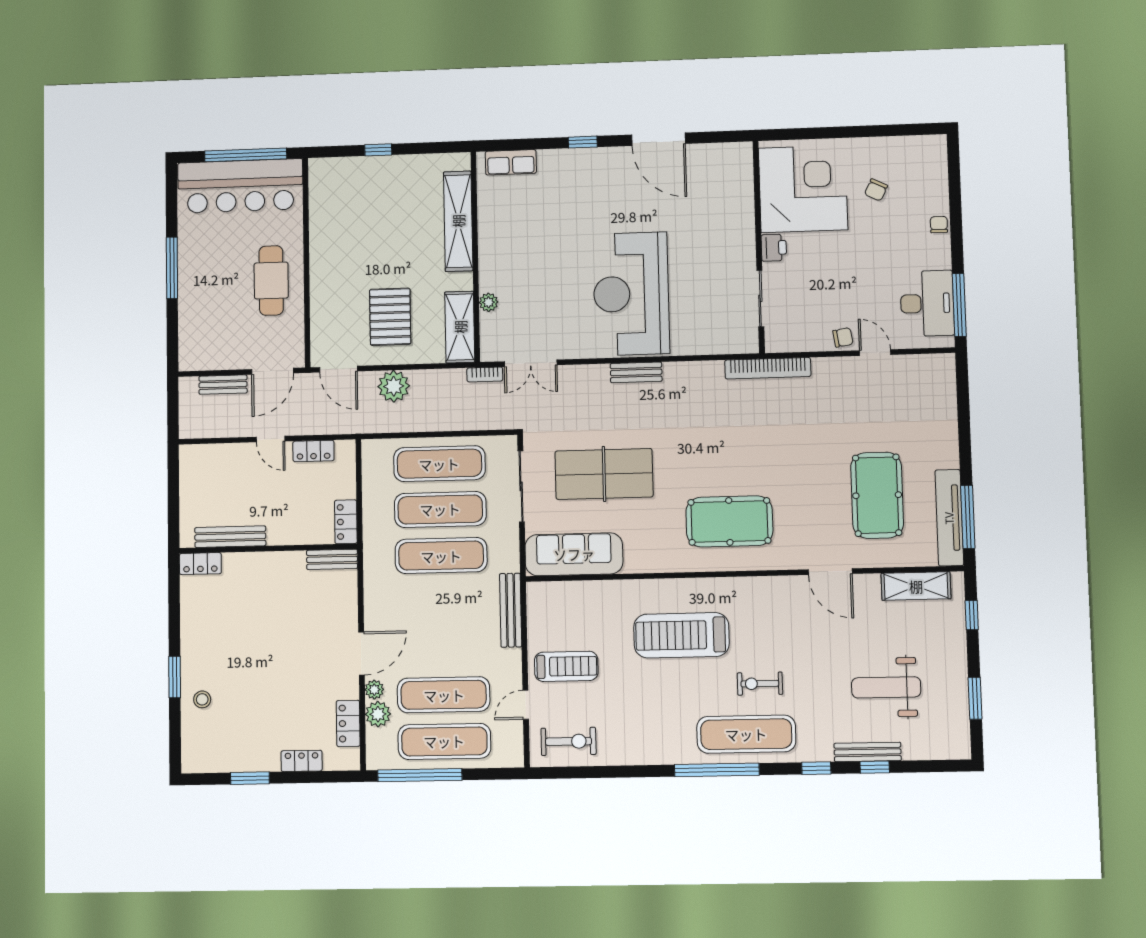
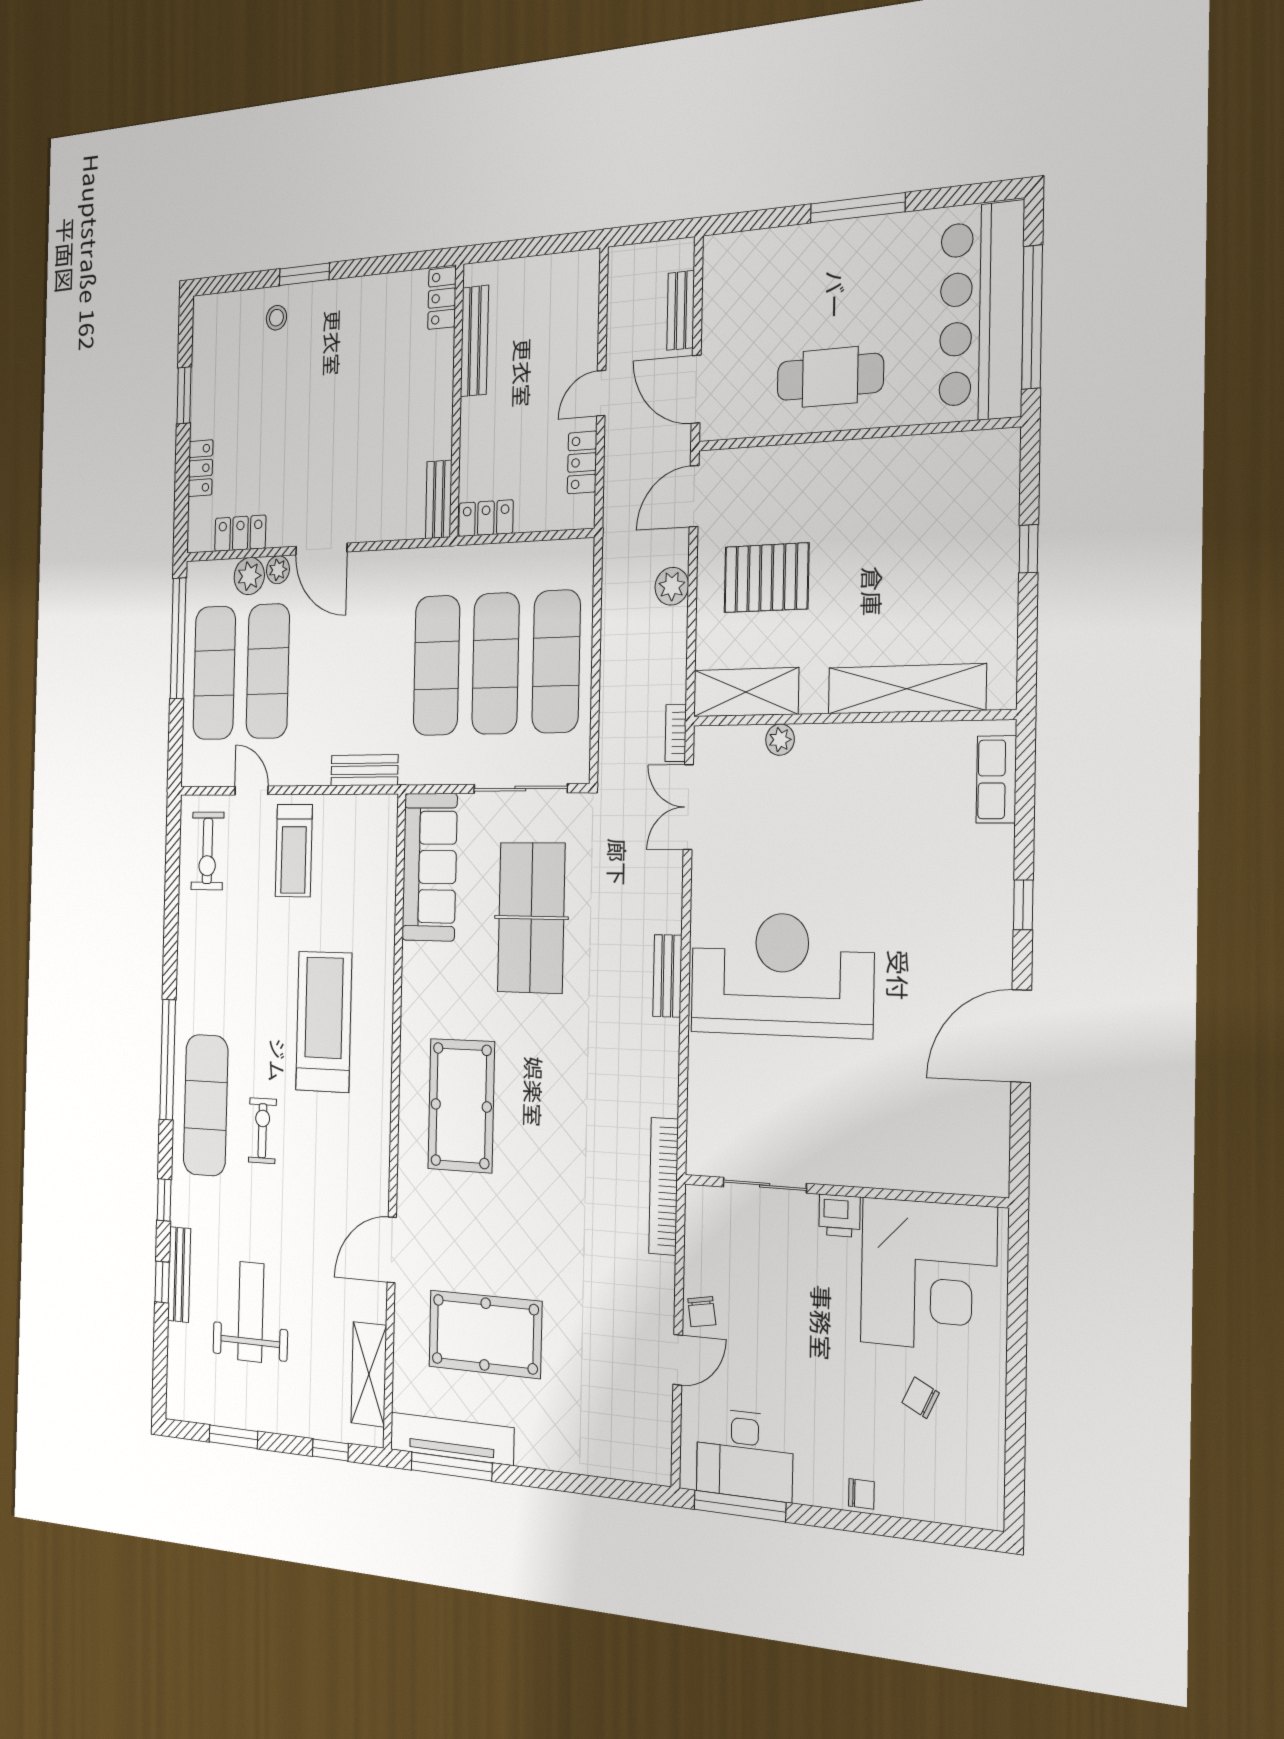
plant: (394, 386) -> (672, 586), width x0.73, depth x0.73
bench: (511, 610) -> (364, 770), width x0.73

